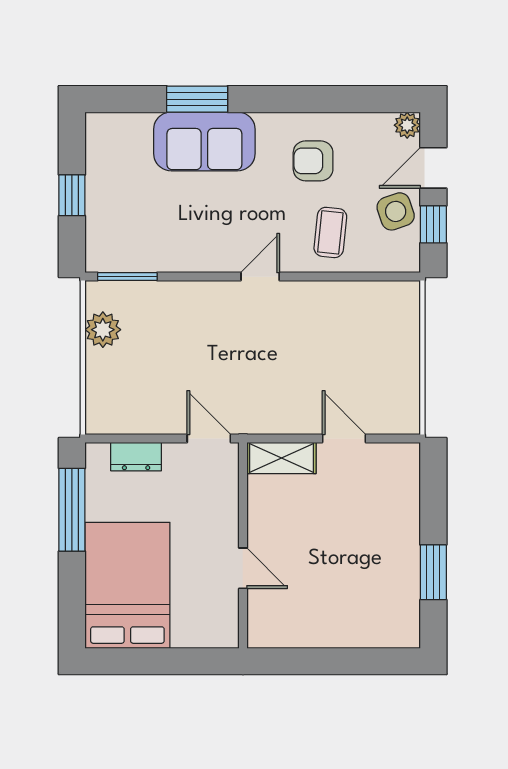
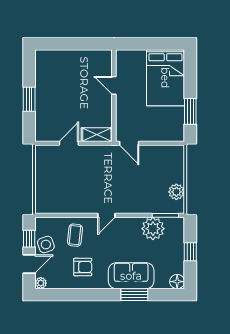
floor lamp: (101, 128) -> (177, 282), added
plant: (155, 247) -> (153, 229), added
door: (344, 438) -> (69, 143), swing flipped
dresser: (136, 457) -> (162, 135), removed
window: (72, 510) -> (190, 111), width x0.69
window: (433, 572) -> (29, 99), moved

